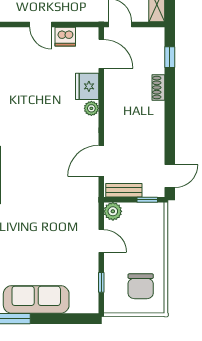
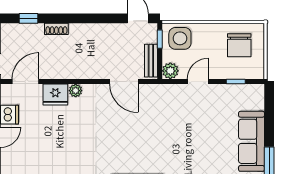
side table: (148, 222) -> (180, 38), added
chair: (141, 286) -> (239, 45), turned 90

